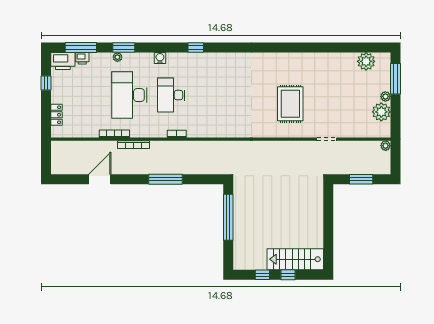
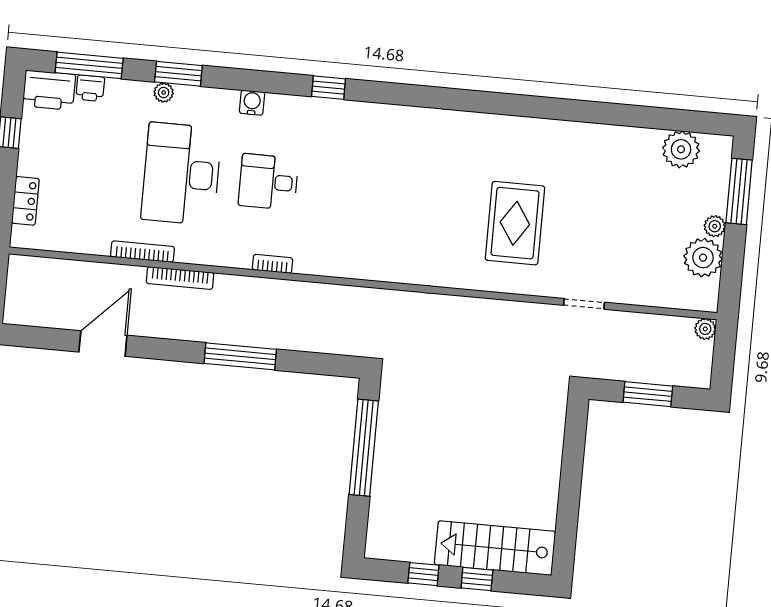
desk: (171, 95) -> (268, 182), width x0.73

